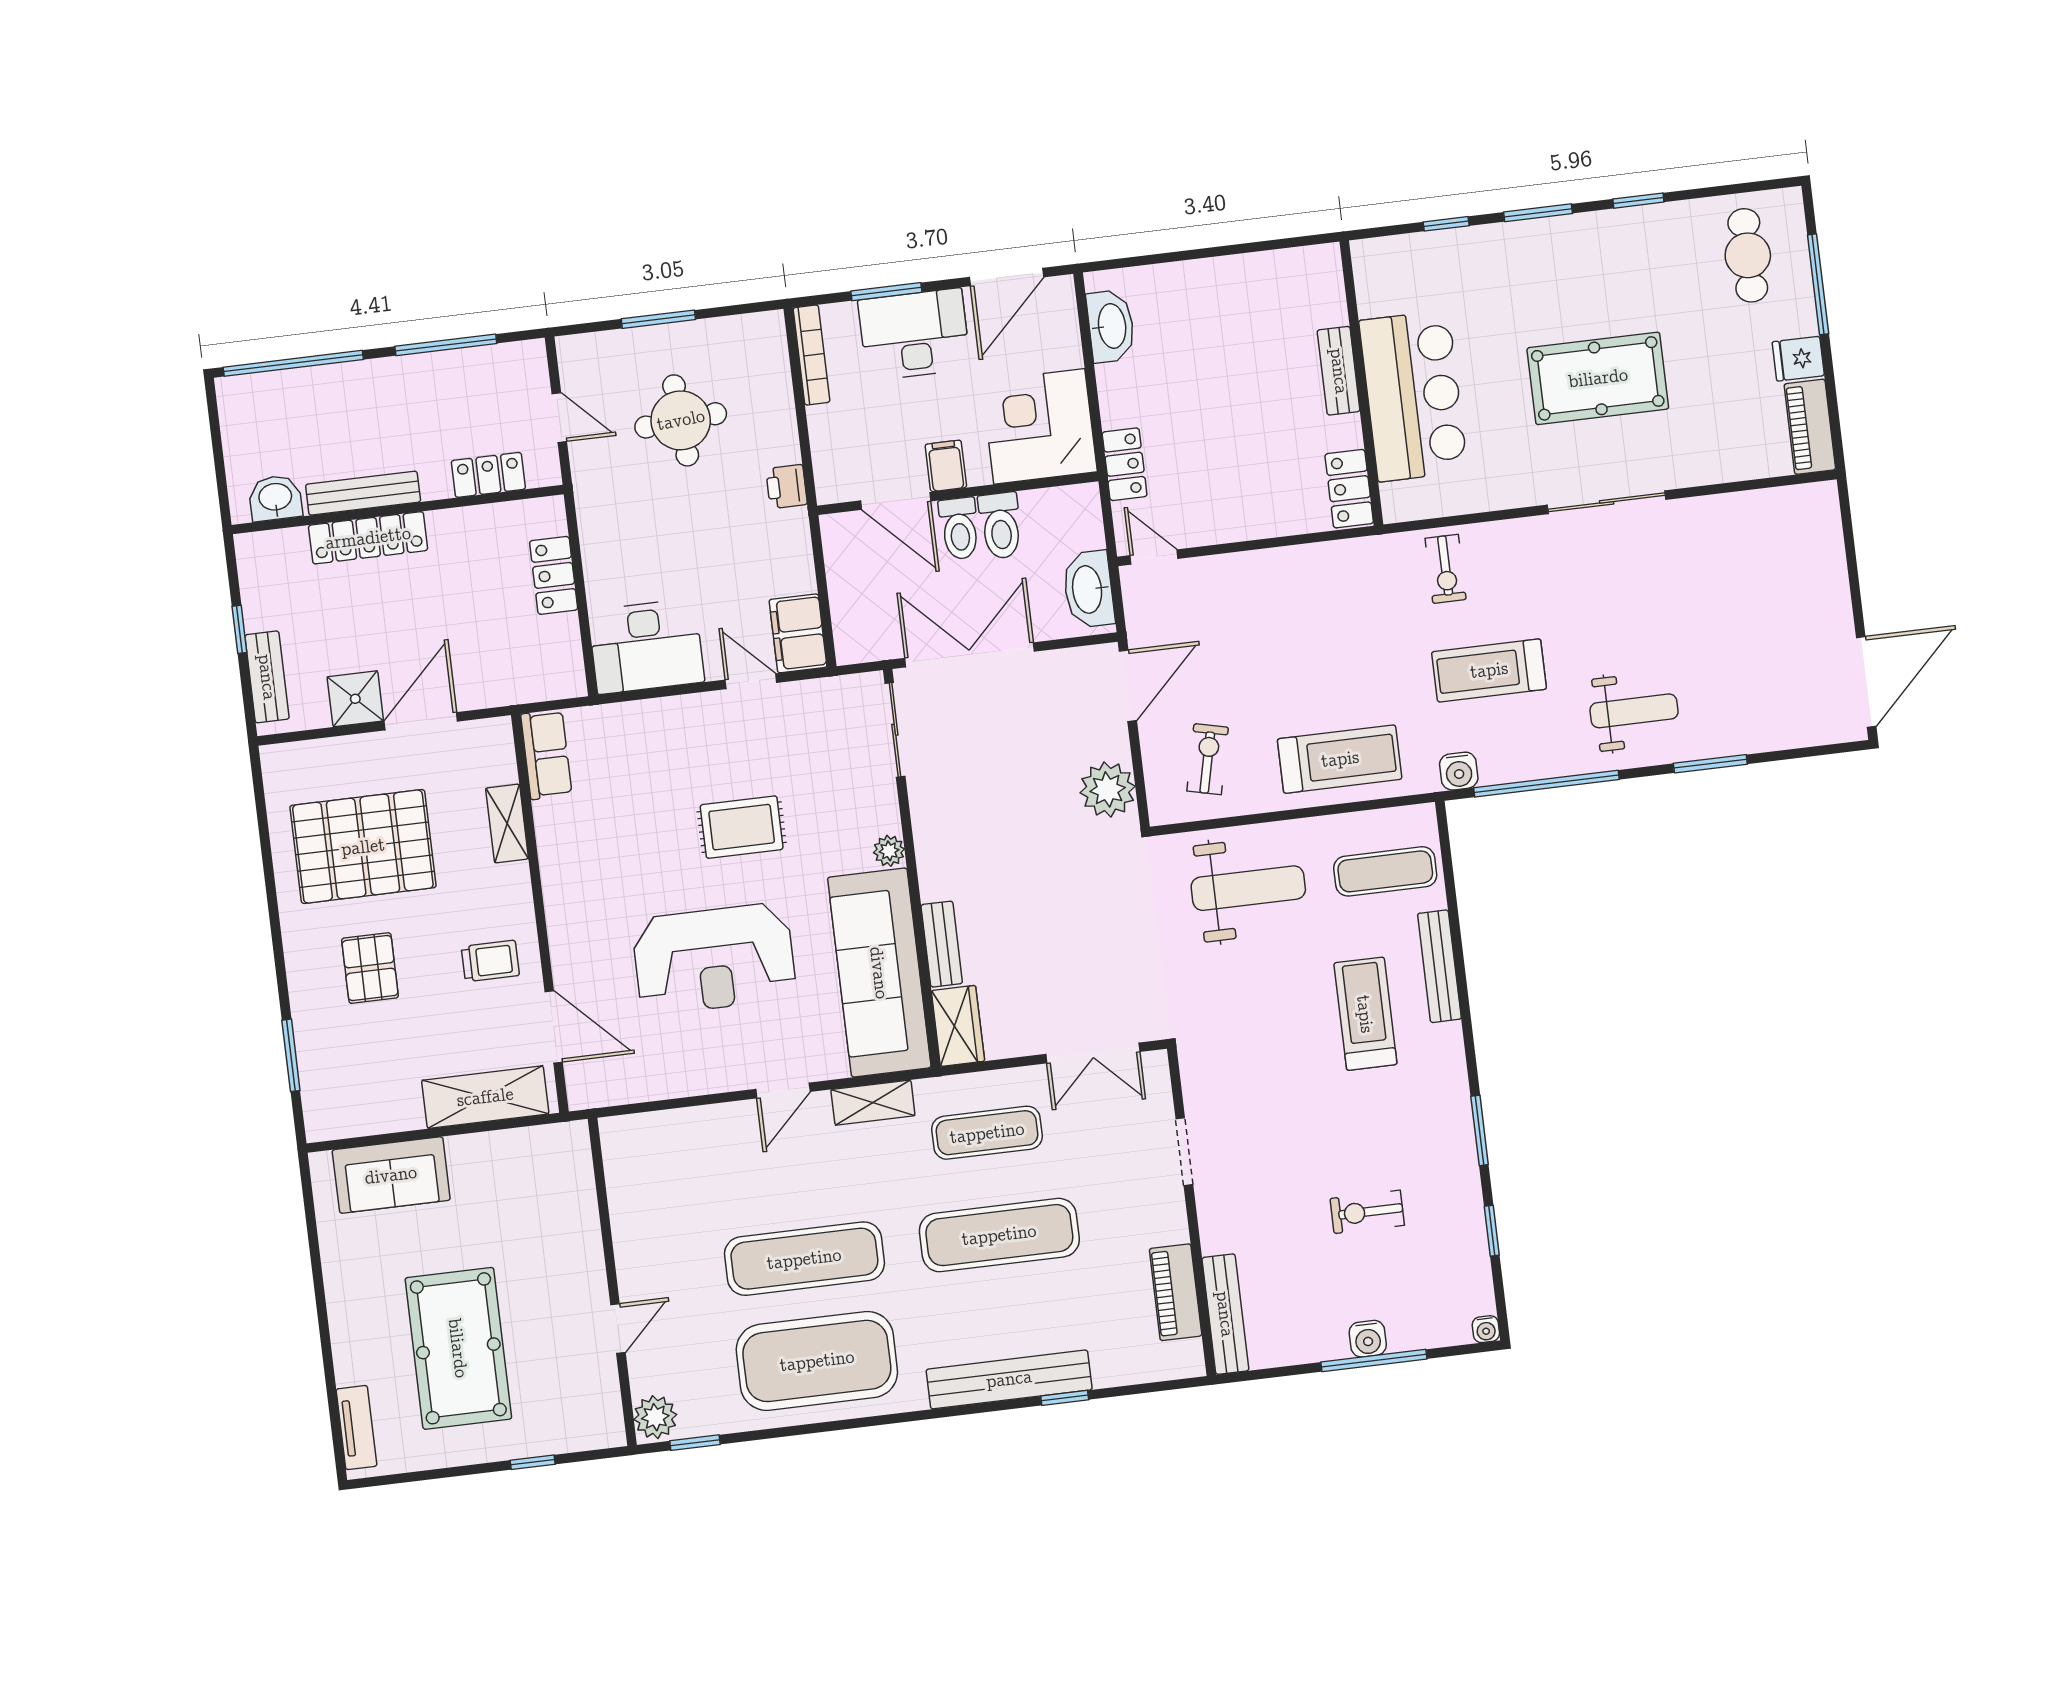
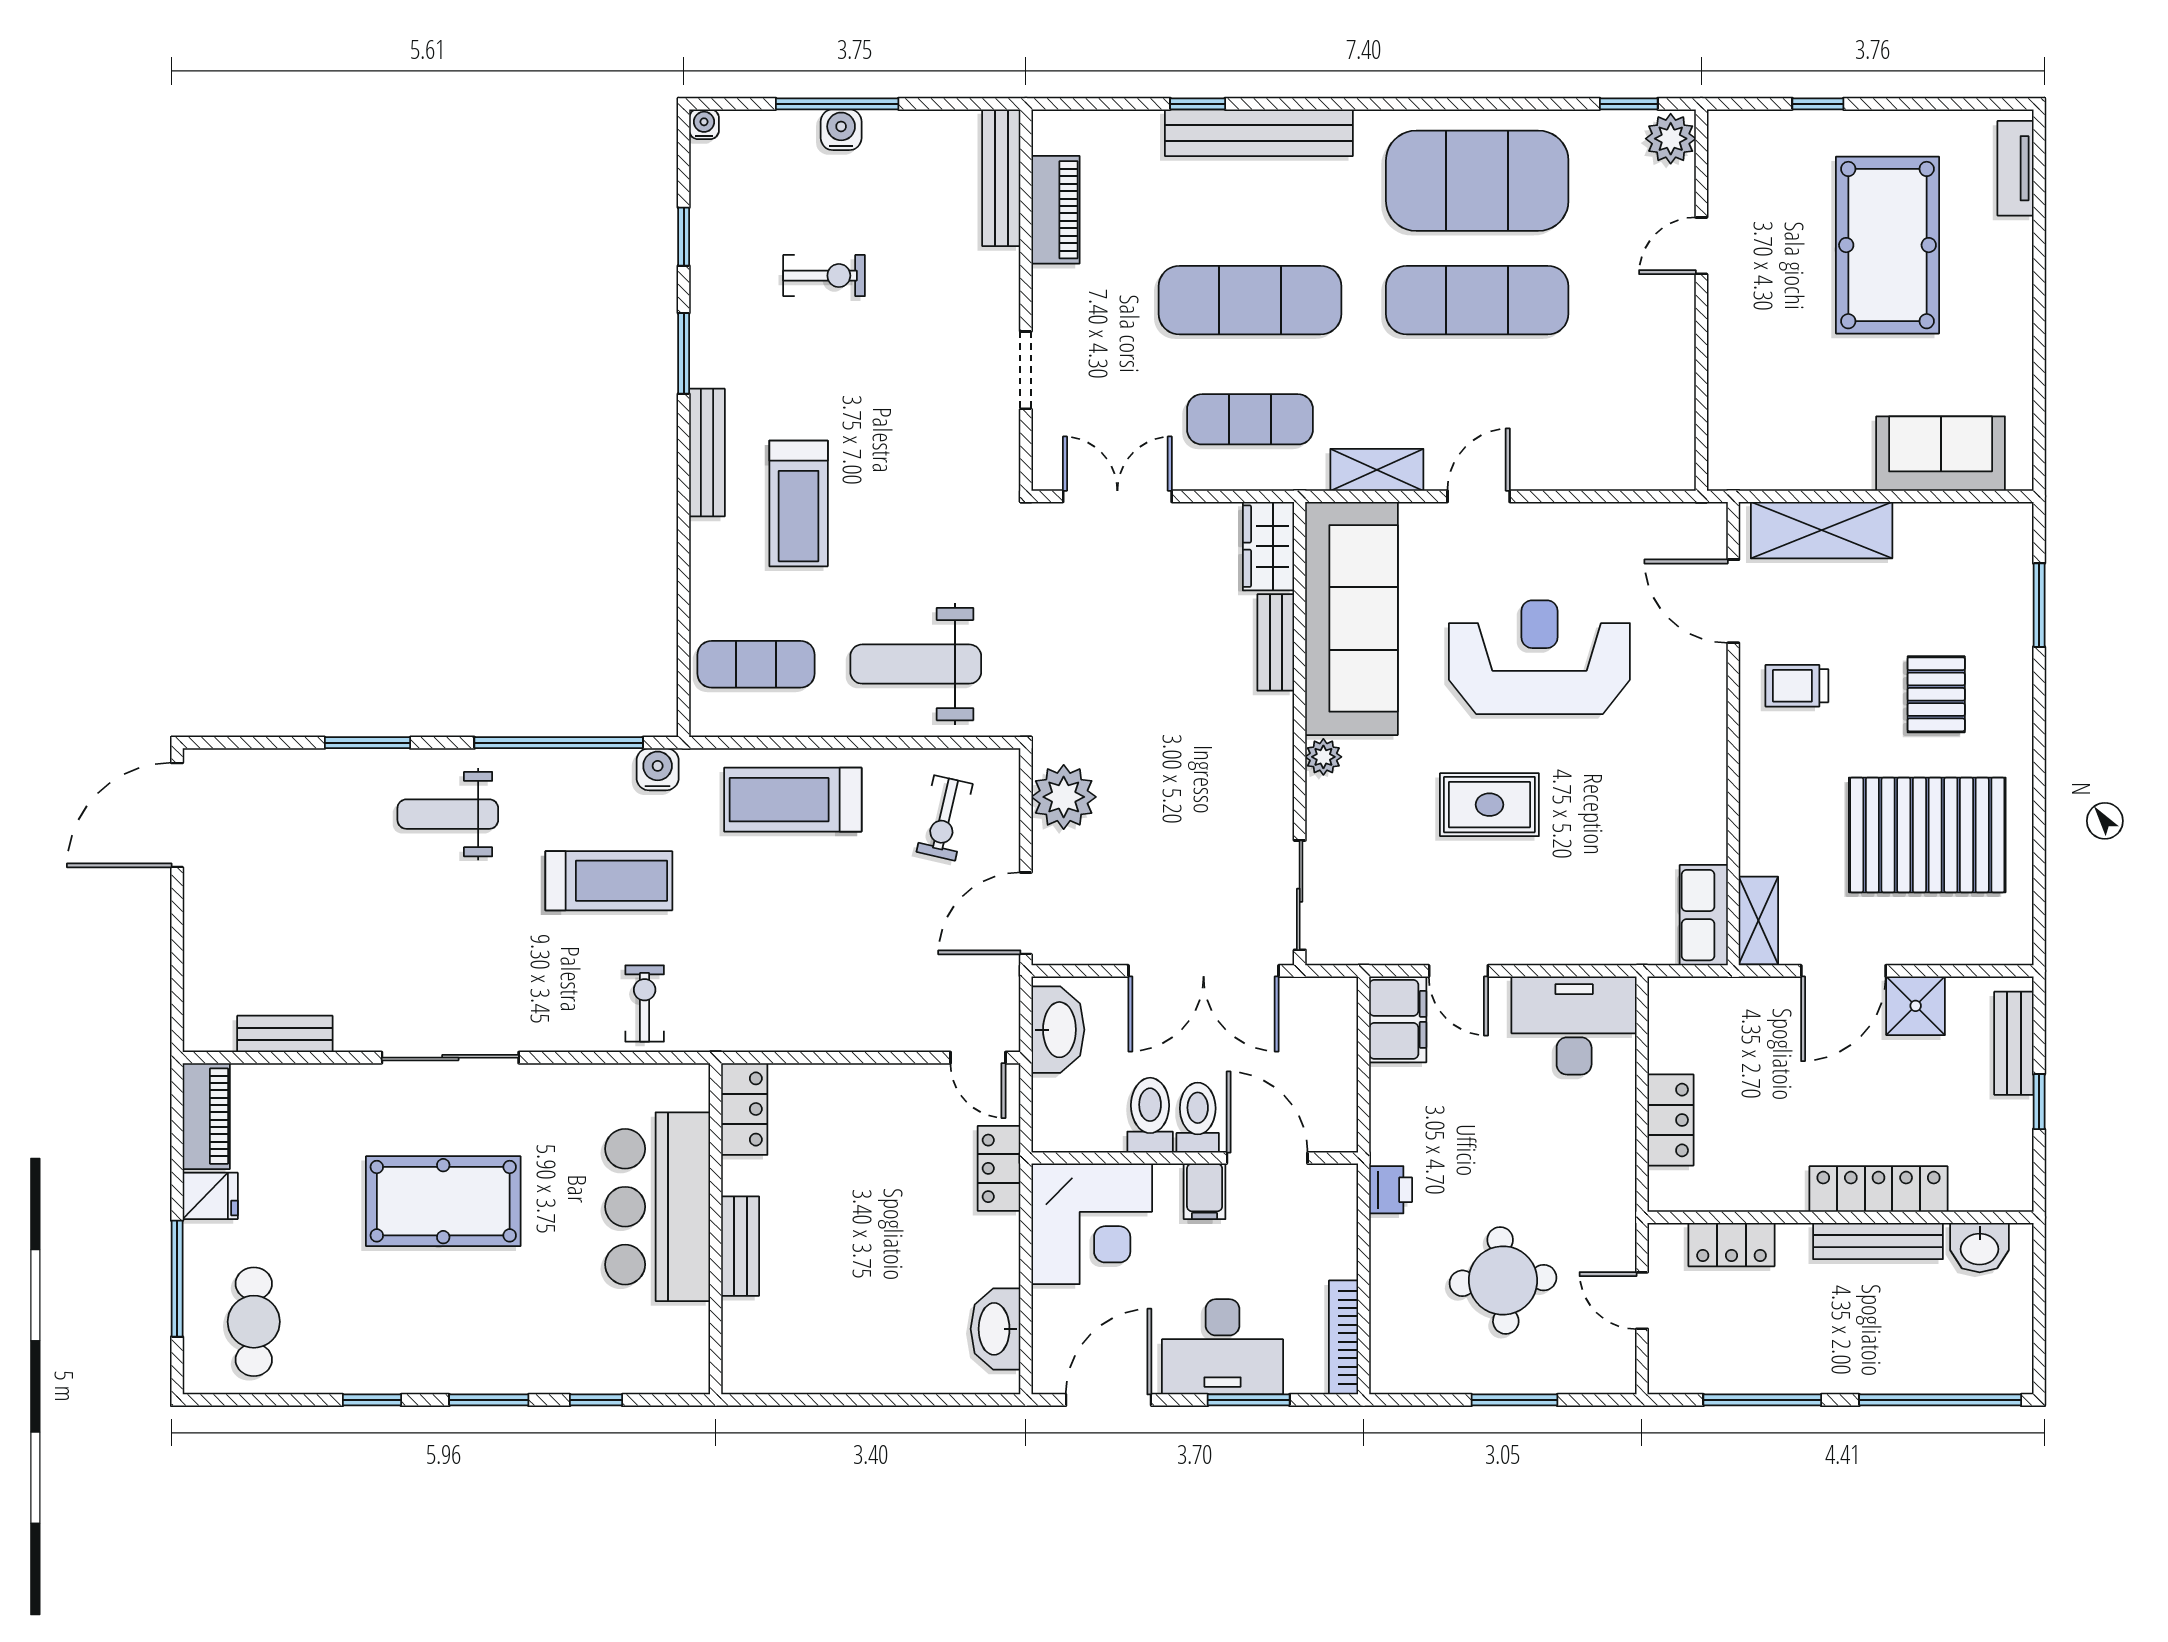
bench: (1751, 505) -> (285, 1034), added
shelving: (507, 824) -> (1758, 921), moved
bench: (1439, 966) -> (707, 453), moved

